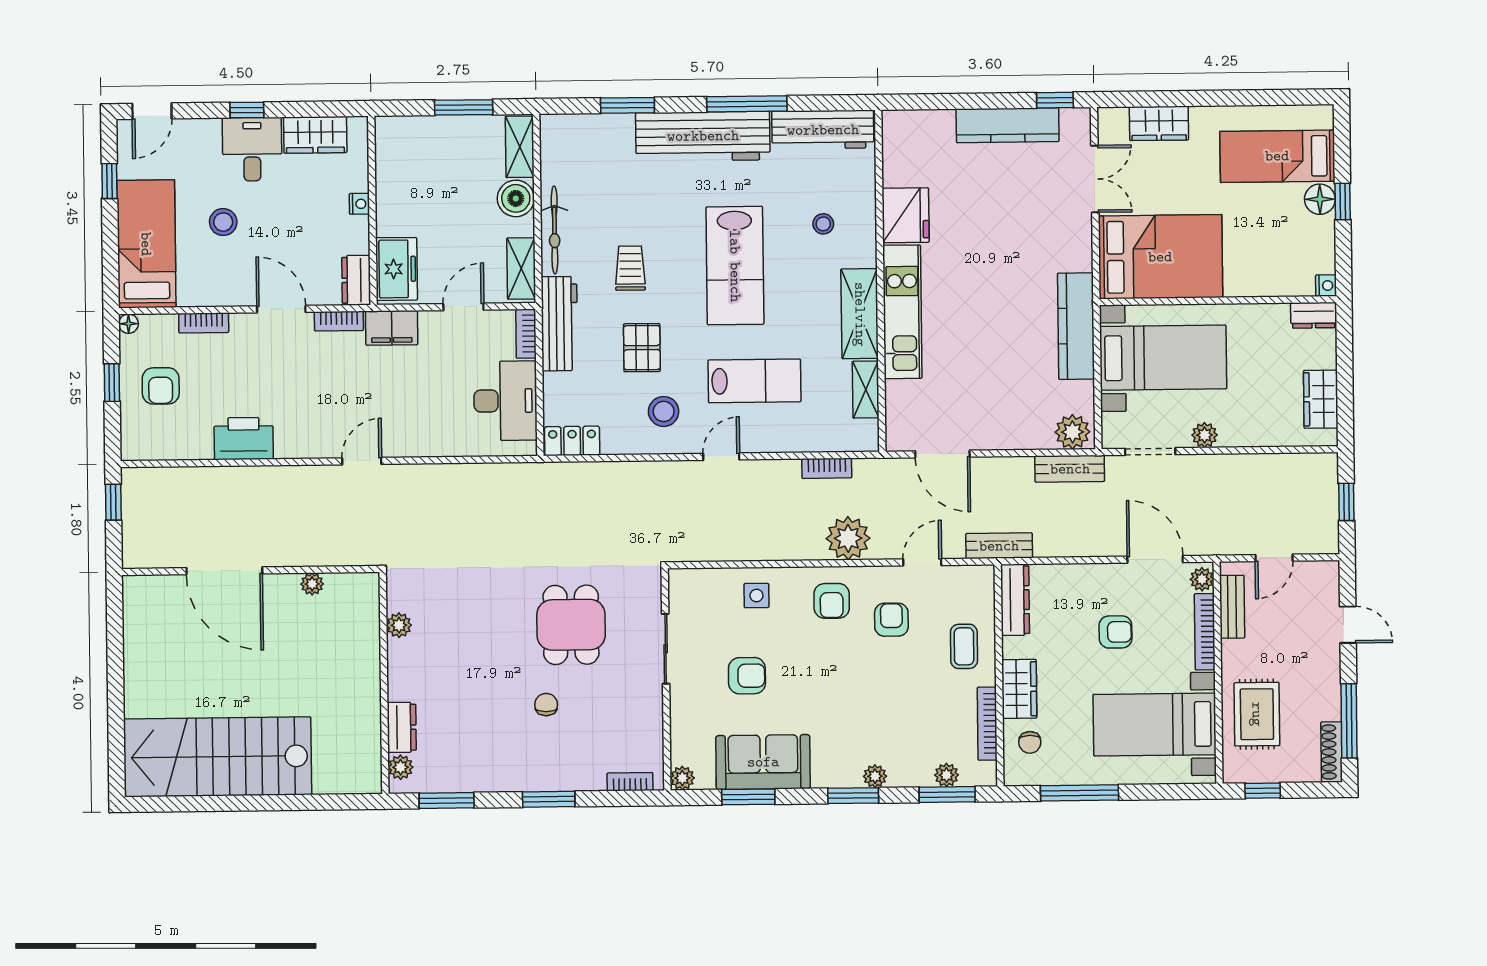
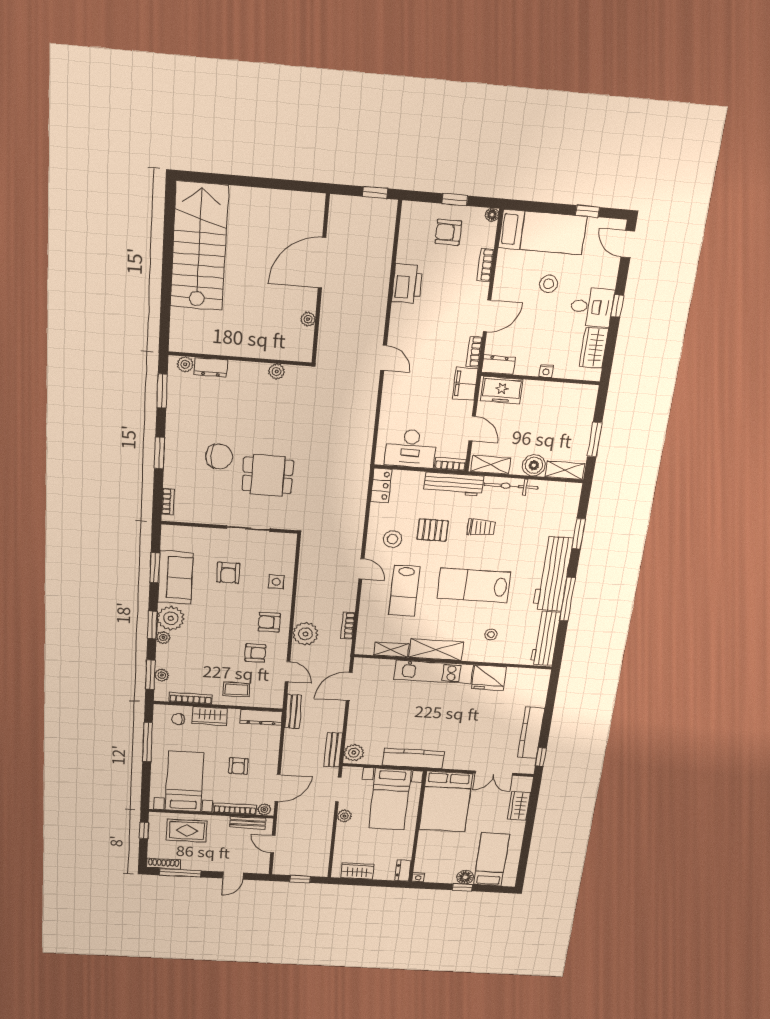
chair: (546, 705) -> (219, 456), width x1.87, depth x1.87
plant: (682, 778) -> (171, 618), moved, width x1.88, depth x1.88

